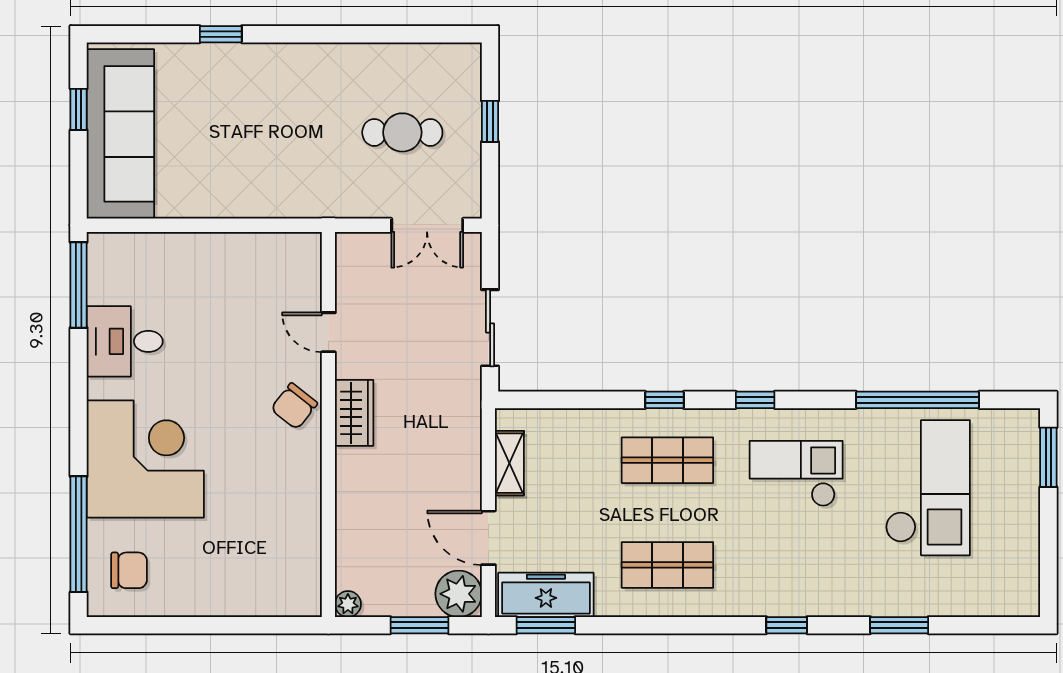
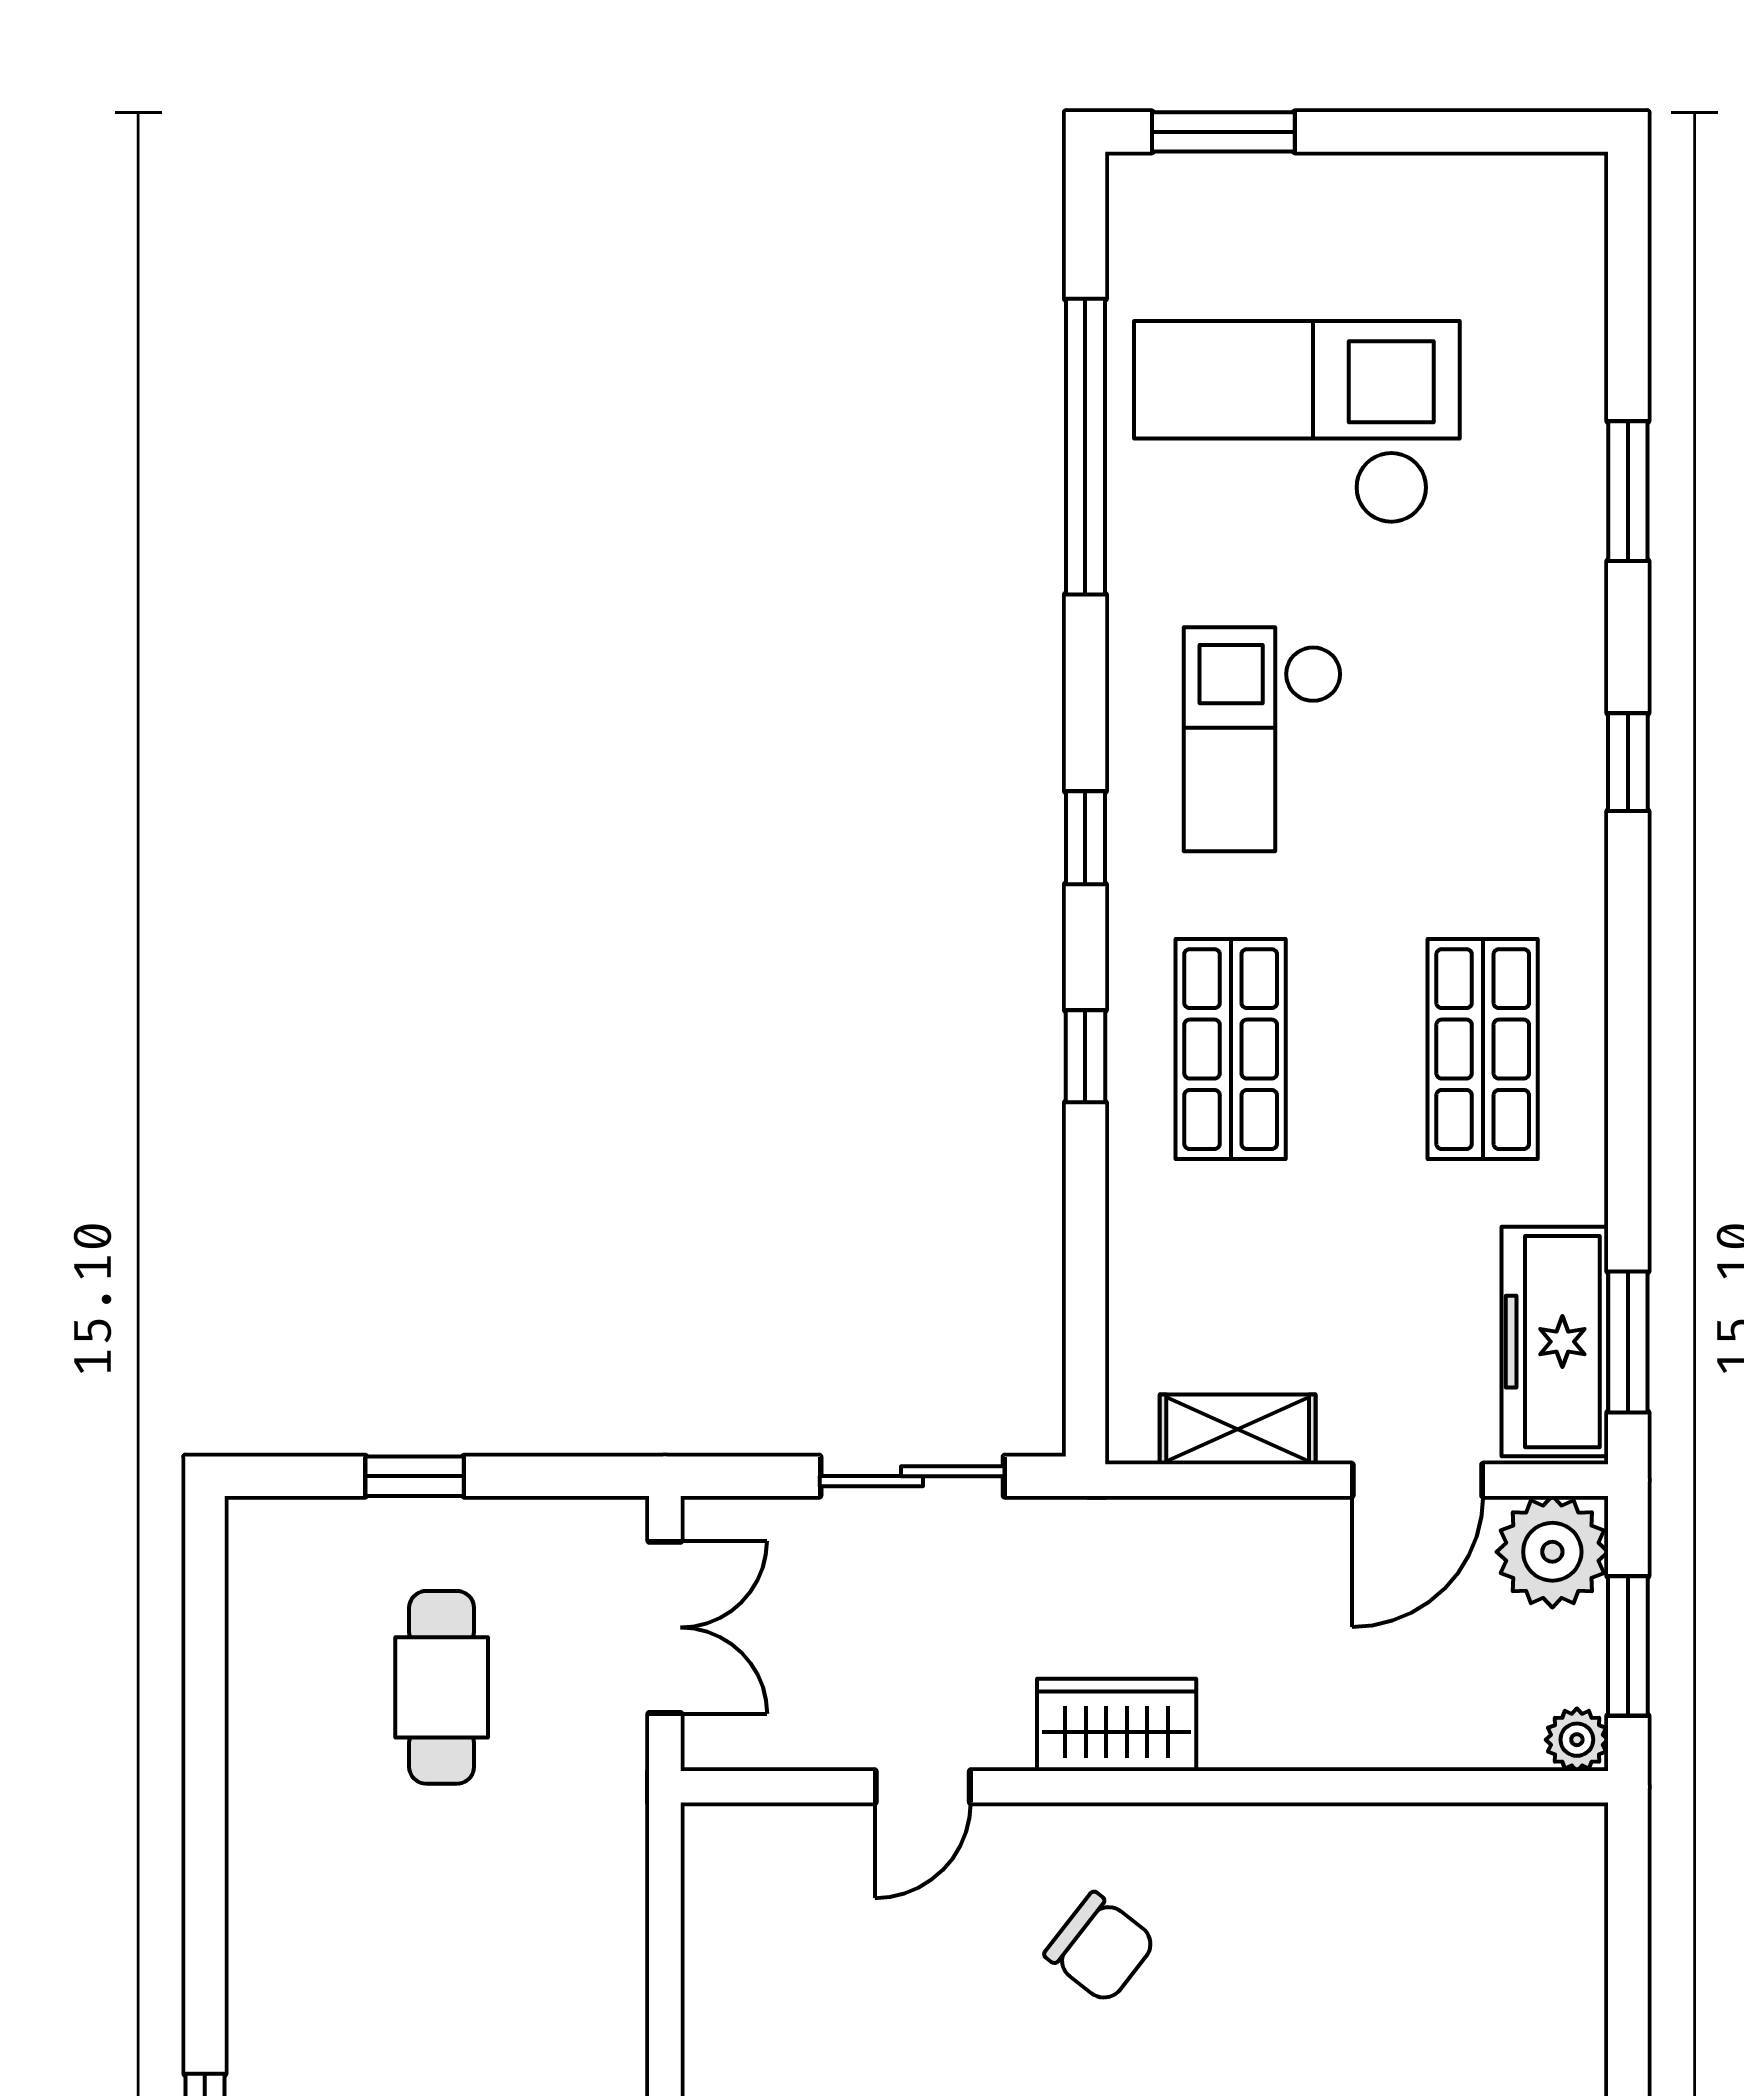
door: (328, 332) -> (923, 1787), moved
wardrobe: (354, 413) -> (1117, 1725), moved
wall: (328, 424) -> (1144, 1787), moved
plant: (348, 604) -> (1577, 1740), moved

